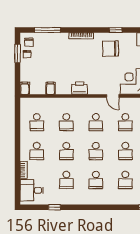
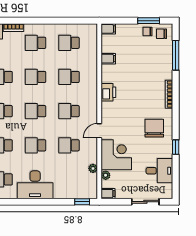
window: (116, 30) -> (176, 147), moved

